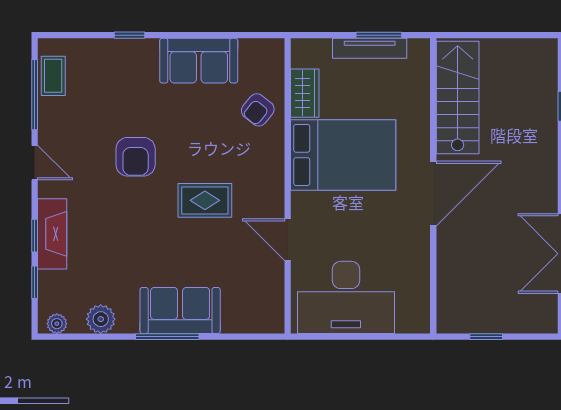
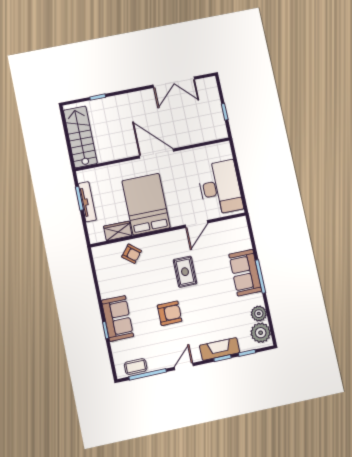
sofa: (199, 61) -> (117, 318), moved
stairs: (458, 98) -> (80, 137), moved, turned 90
plant: (57, 324) -> (261, 333), width x1.87, depth x1.87

